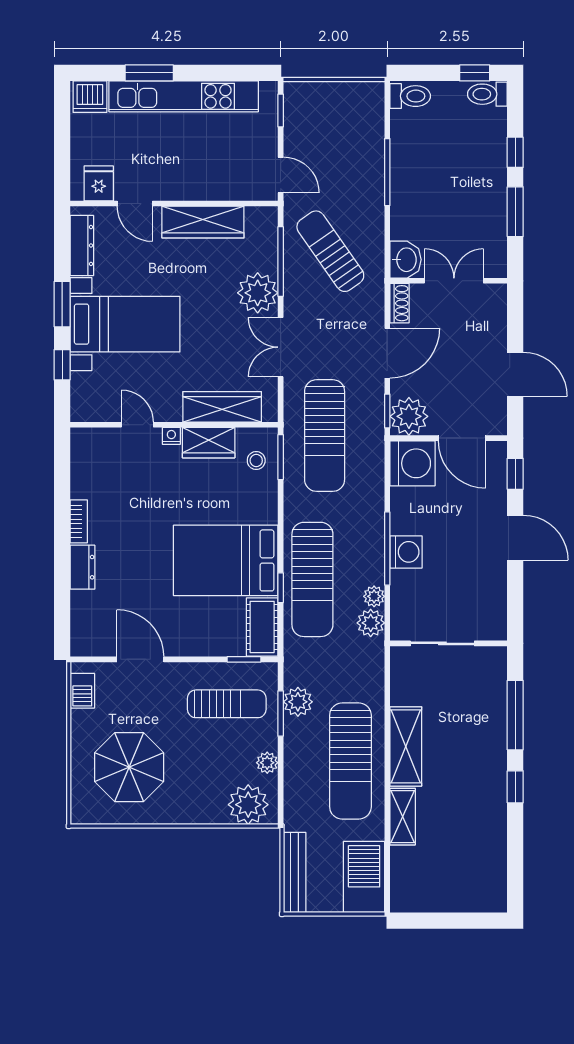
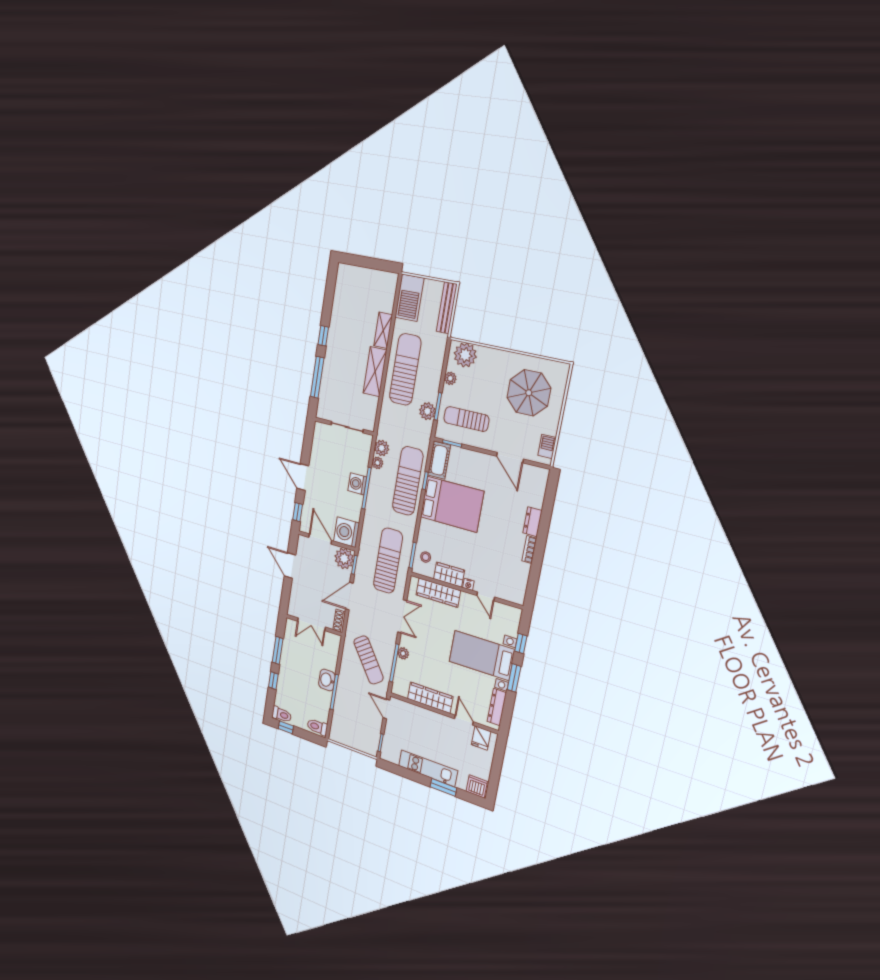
kitchen unit: (184, 96) -> (428, 768), width x0.73
washbasin: (406, 260) -> (327, 680), moved
plant: (258, 293) -> (403, 653), width x0.53, depth x0.53

